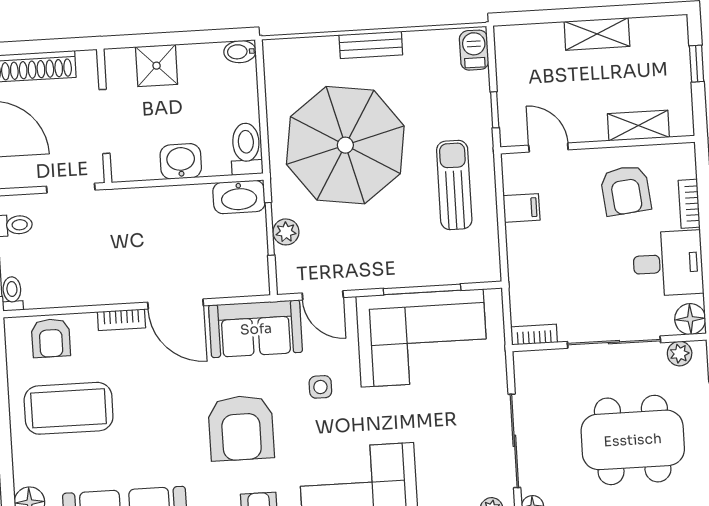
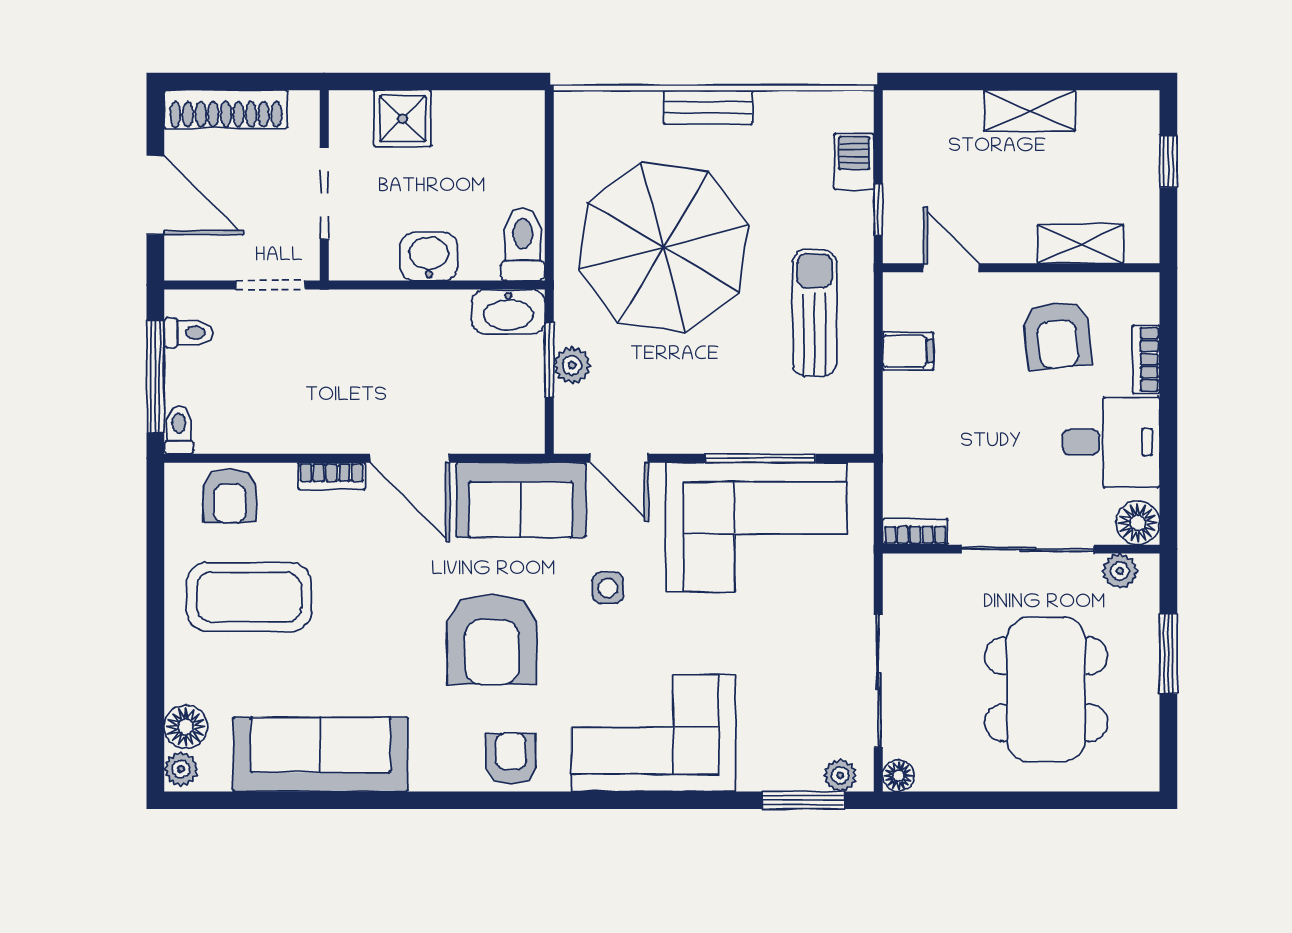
barbecue: (474, 50) -> (854, 162), moved
bidet: (240, 52) -> (522, 106), removed
dining table: (633, 440) -> (1046, 689), turned 90

